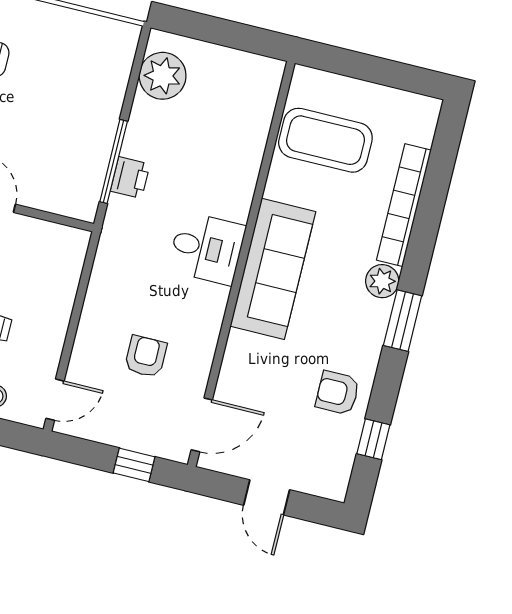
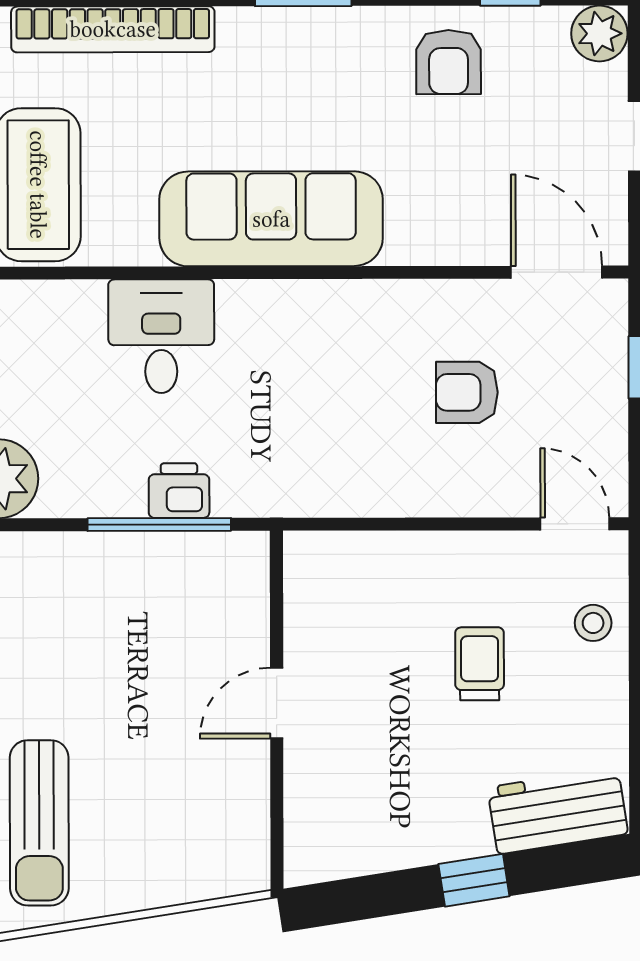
desk: (207, 248) -> (161, 336), moved
plant: (382, 281) -> (599, 33), moved

